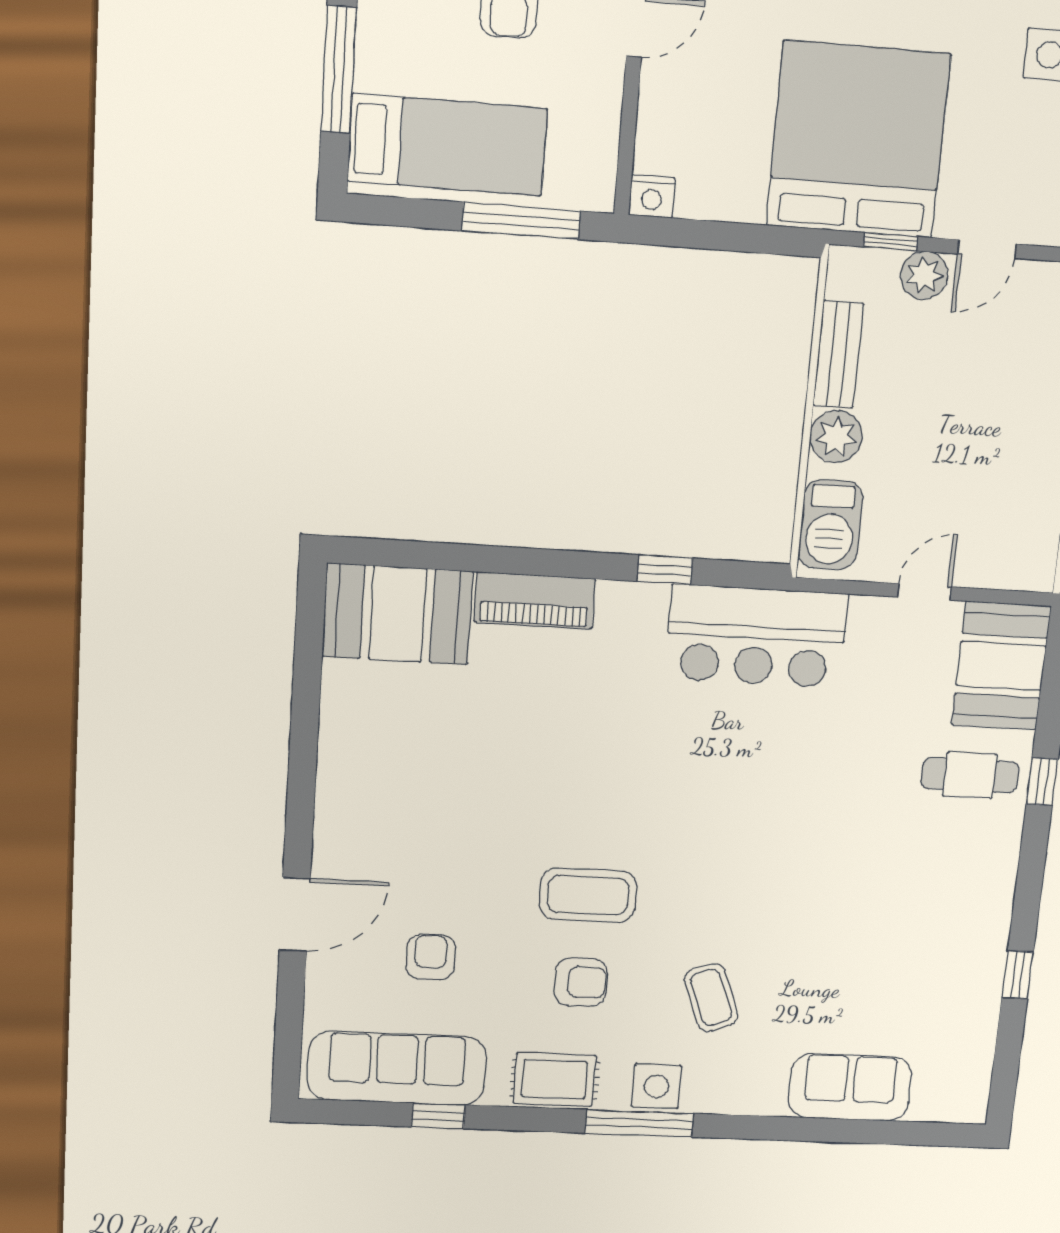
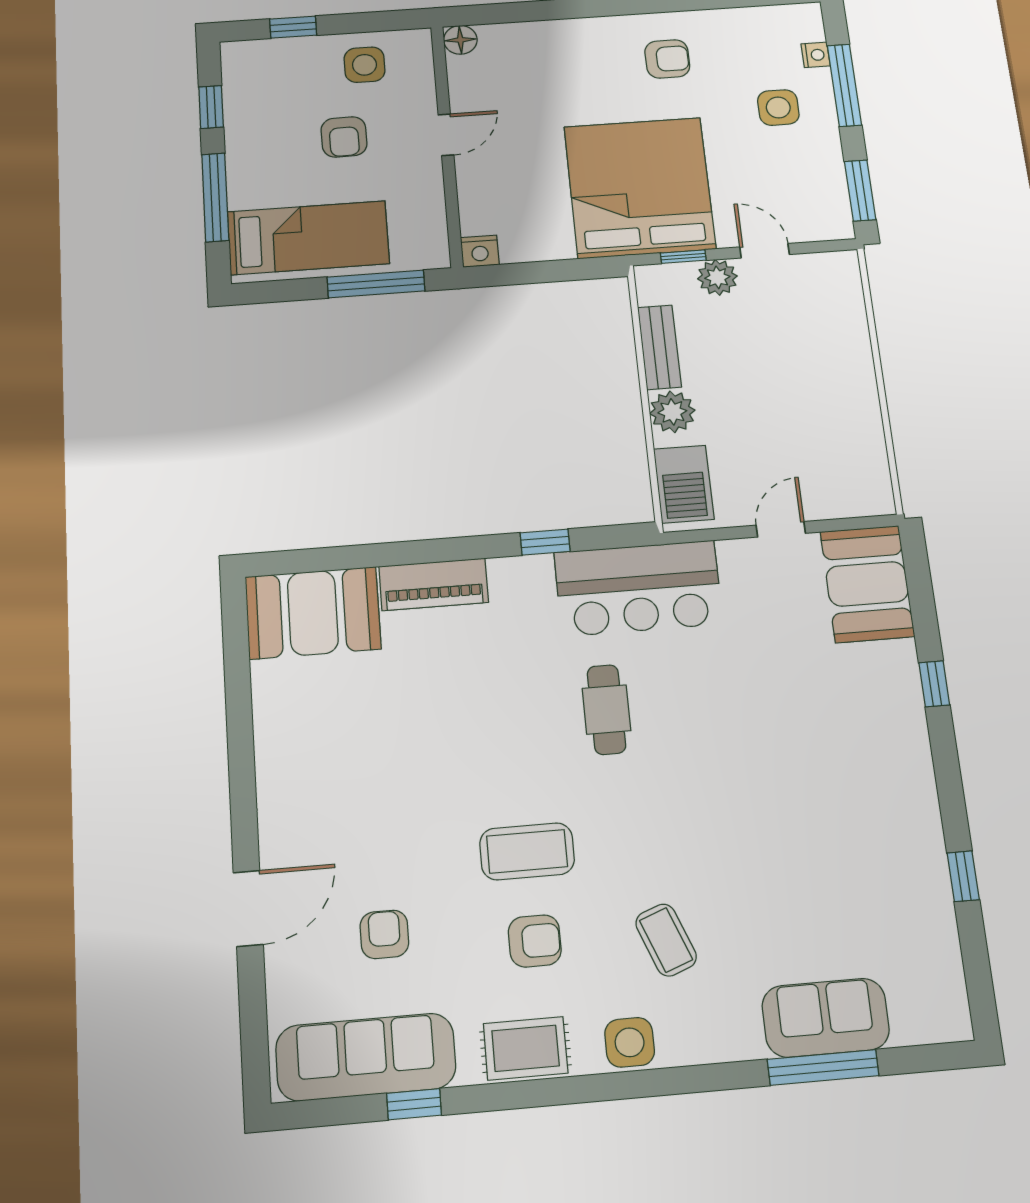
door: (987, 249) -> (765, 251), swing flipped
cafe table: (970, 775) -> (606, 710), moved, turned 90
window: (639, 1123) -> (823, 1067), moved

